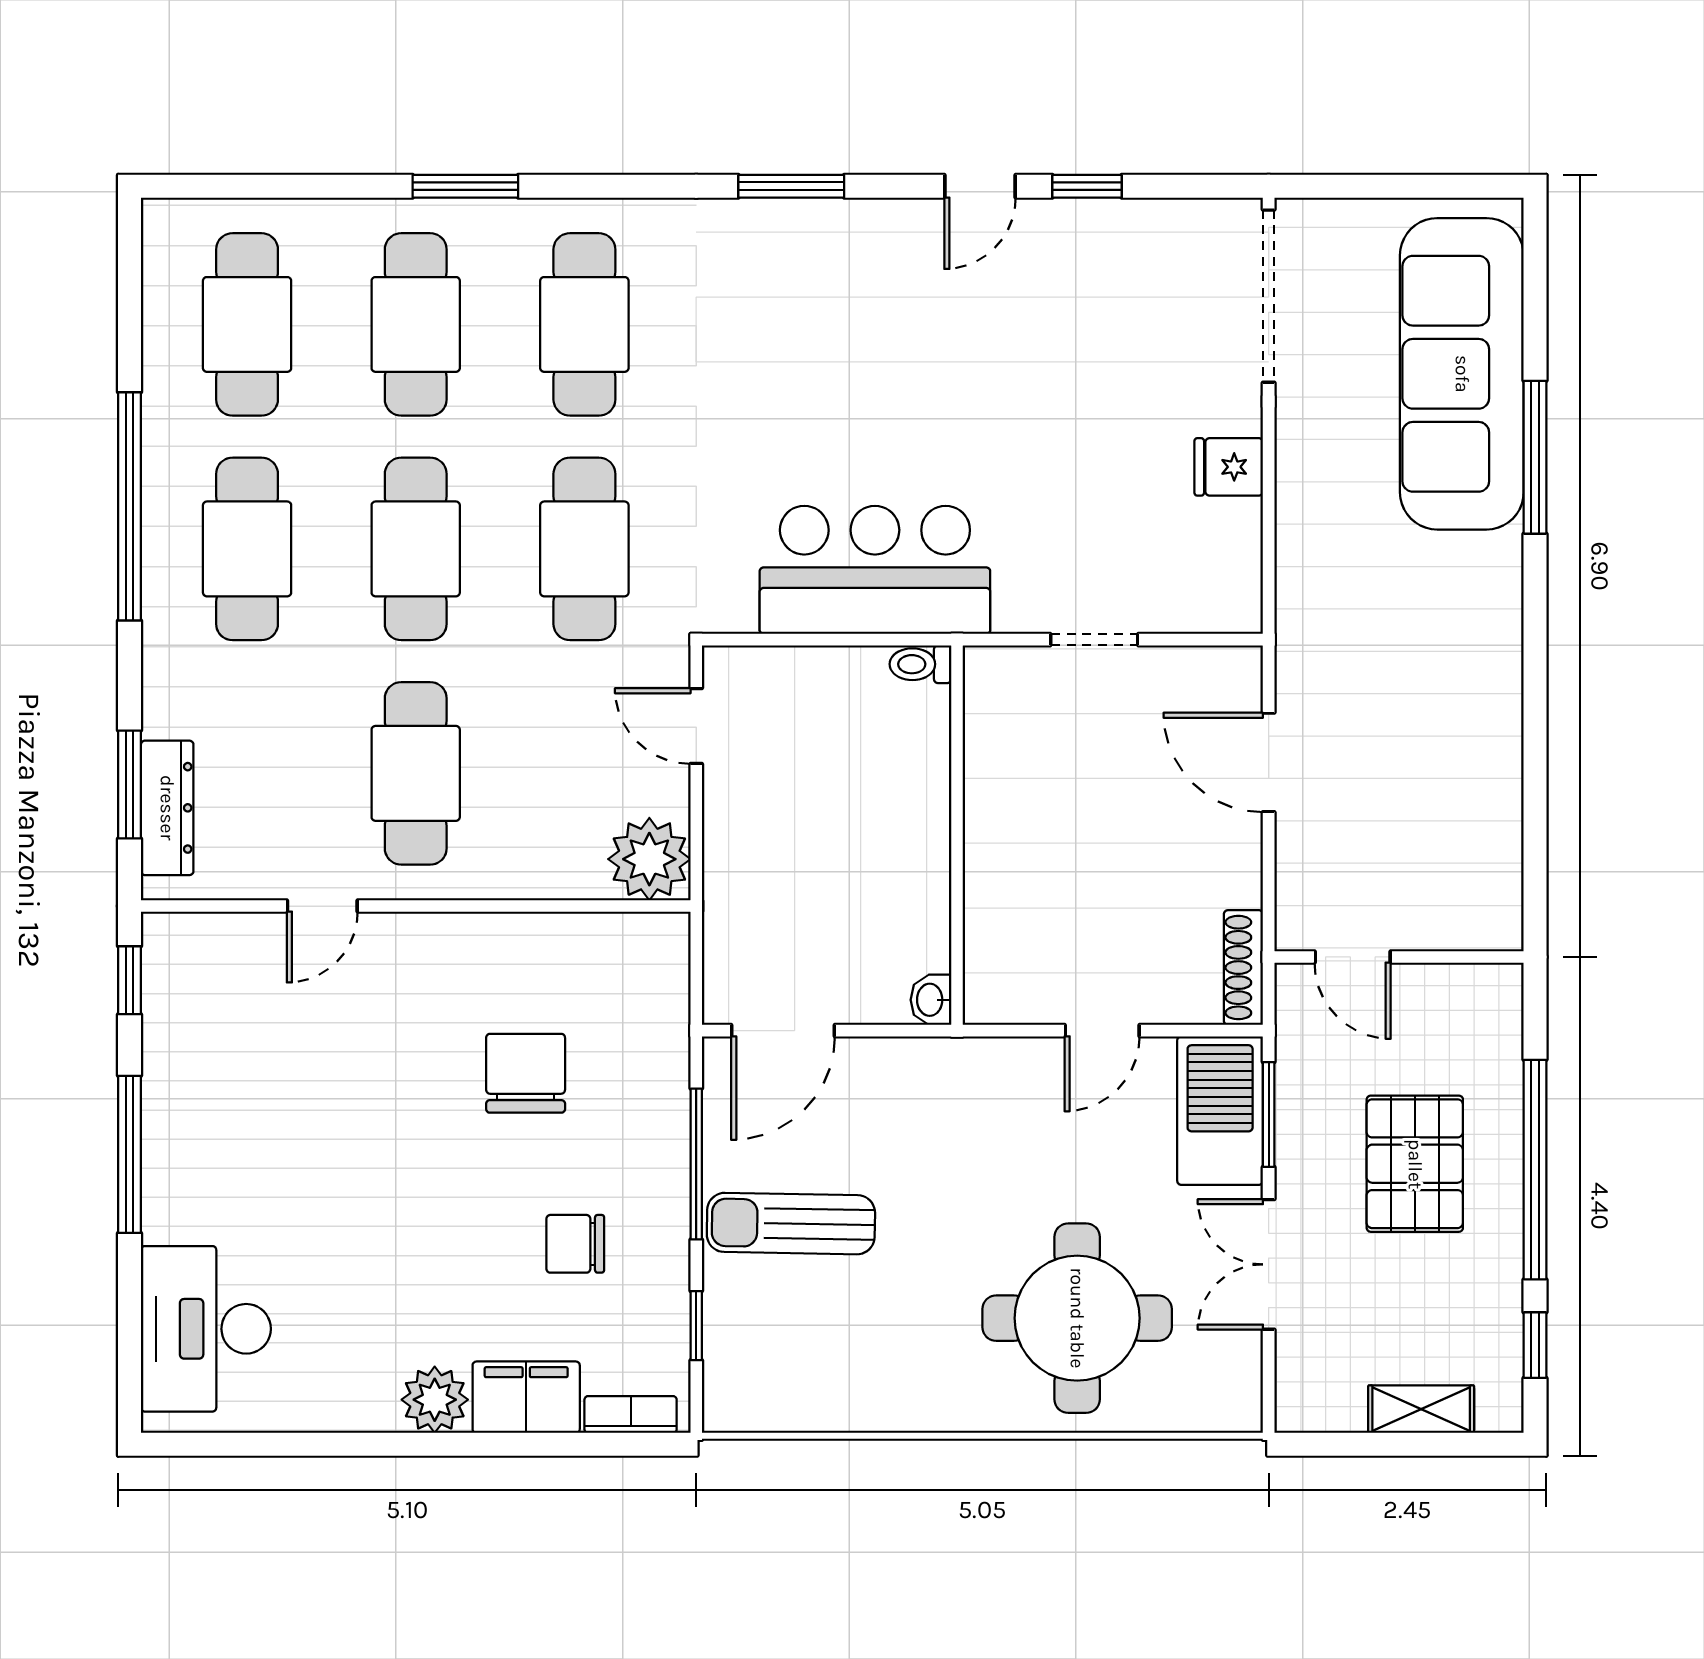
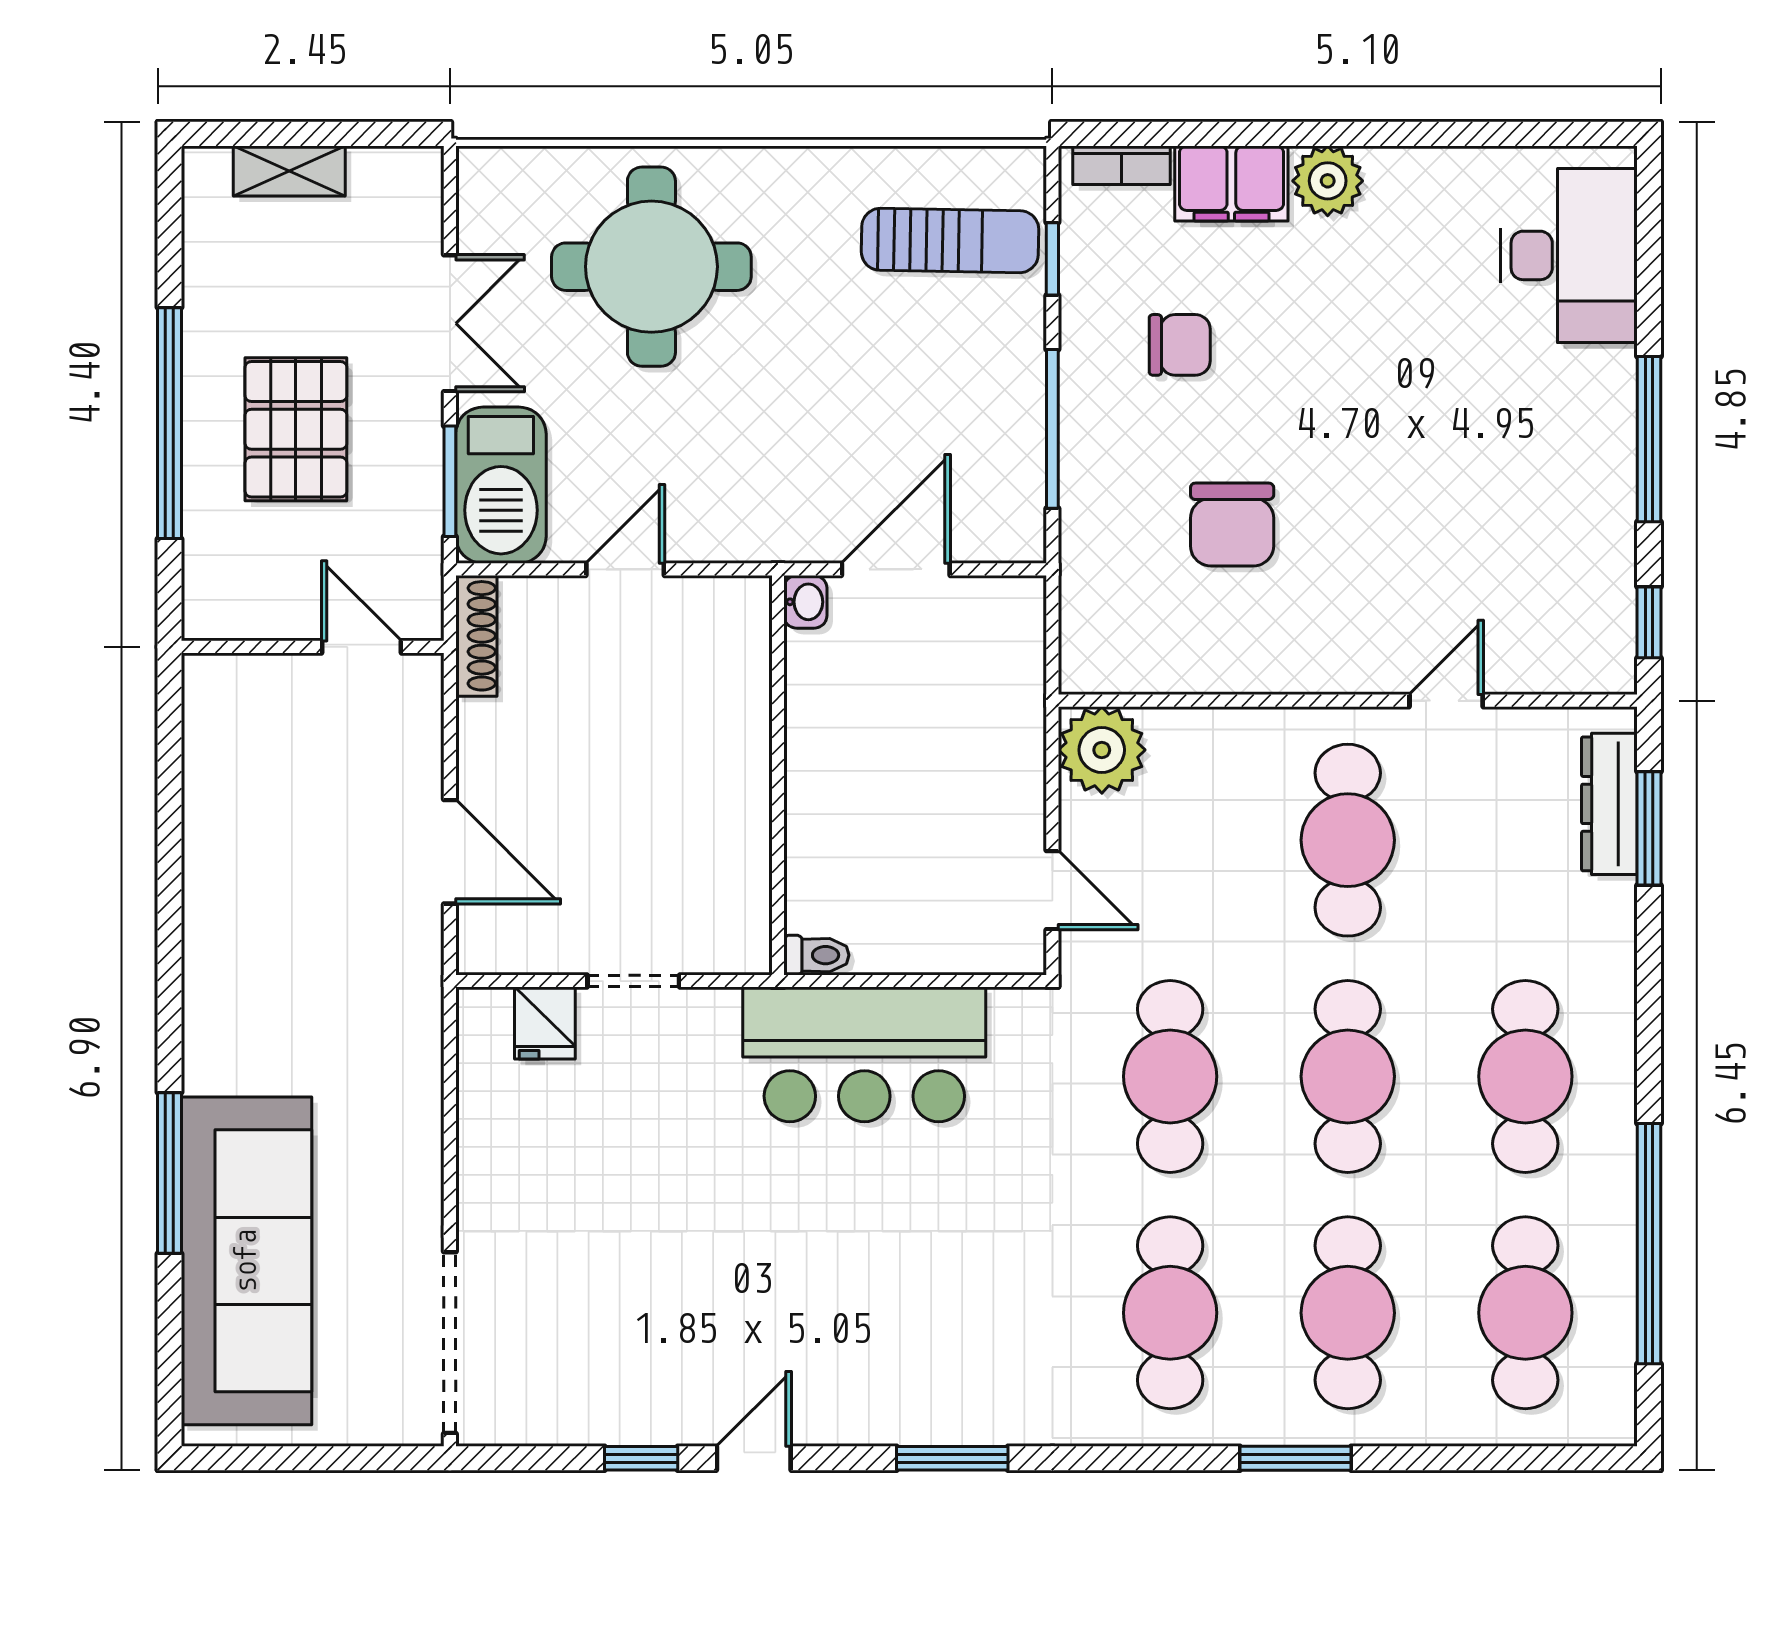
fridge: (1229, 467) -> (545, 1023), moved, turned 90
window: (130, 506) -> (1649, 1244), moved
door: (783, 1031) -> (896, 569), moved
sun lounger: (791, 1224) -> (950, 241), moved
window: (1535, 1345) -> (169, 238), removed

